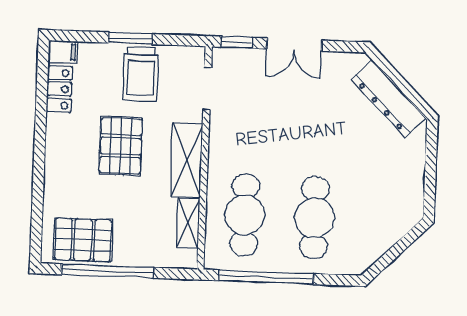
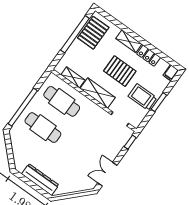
double door: (294, 45) -> (107, 174), moved
locker: (59, 89) -> (149, 56), moved
dresser: (389, 99) -> (40, 179), moved, turned 45
shelving: (56, 165) -> (129, 41), added
window: (266, 277) -> (23, 107), moved

